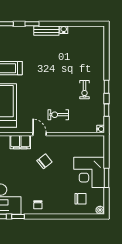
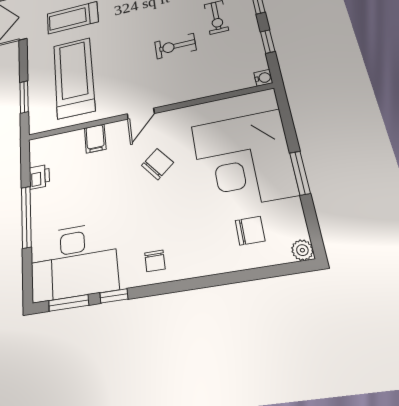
exercise bike: (58, 115) -> (175, 46), moved
door: (39, 134) -> (141, 114), swing flipped
filing cabinet: (20, 142) -> (95, 139), width x0.50
corner desk: (89, 172) -> (243, 159), width x1.36, depth x1.36

